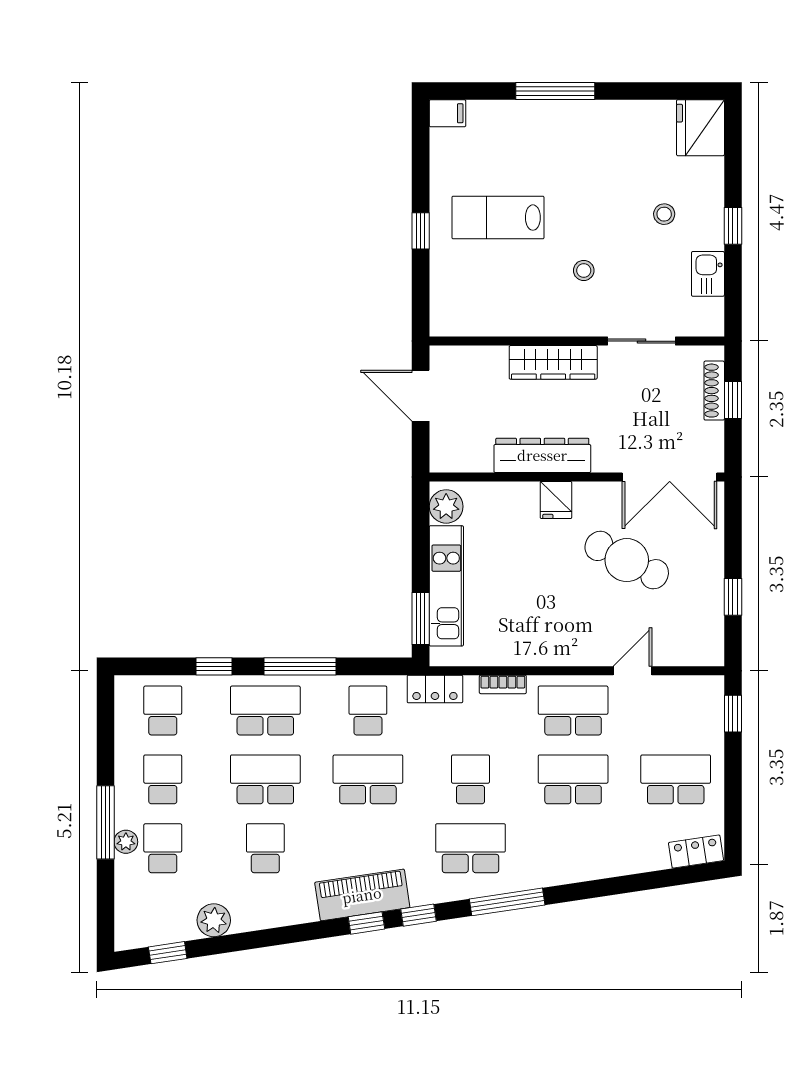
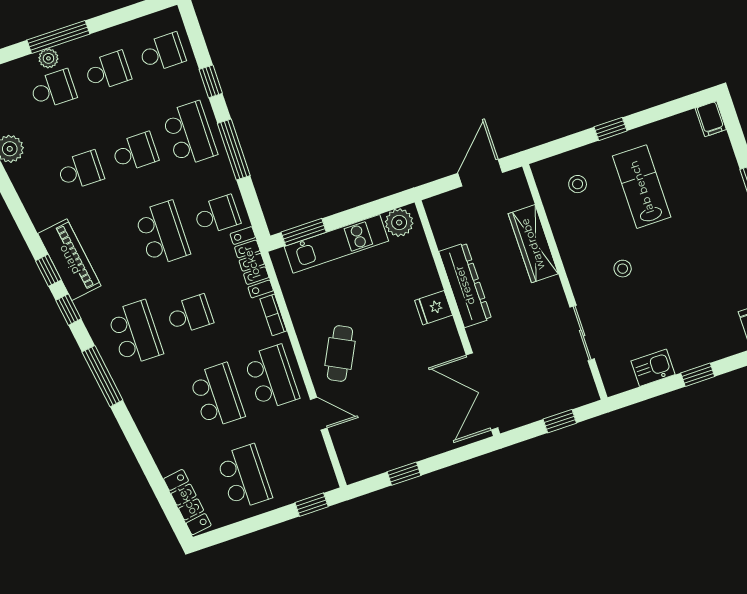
stool: (664, 214) -> (578, 184), moved
wardrobe: (553, 362) -> (533, 244), moved
shoe rack: (714, 391) -> (562, 404), removed
cafe table: (627, 560) -> (340, 353), moved, width x0.73, depth x0.74
locker: (435, 689) -> (252, 262), width x1.53
school desk: (265, 779) -> (135, 152), width x0.54
locker: (696, 852) -> (187, 502), width x1.53

